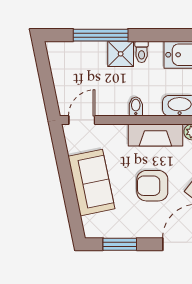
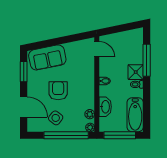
fireplace: (155, 135) -> (88, 93), removed
sofa: (91, 183) -> (47, 57), moved

